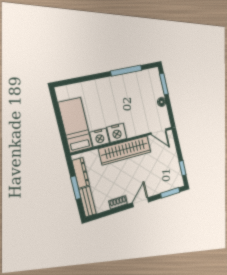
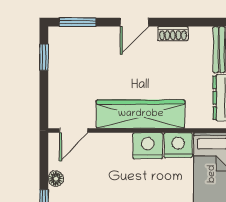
door: (158, 132) -> (74, 130), swing flipped

